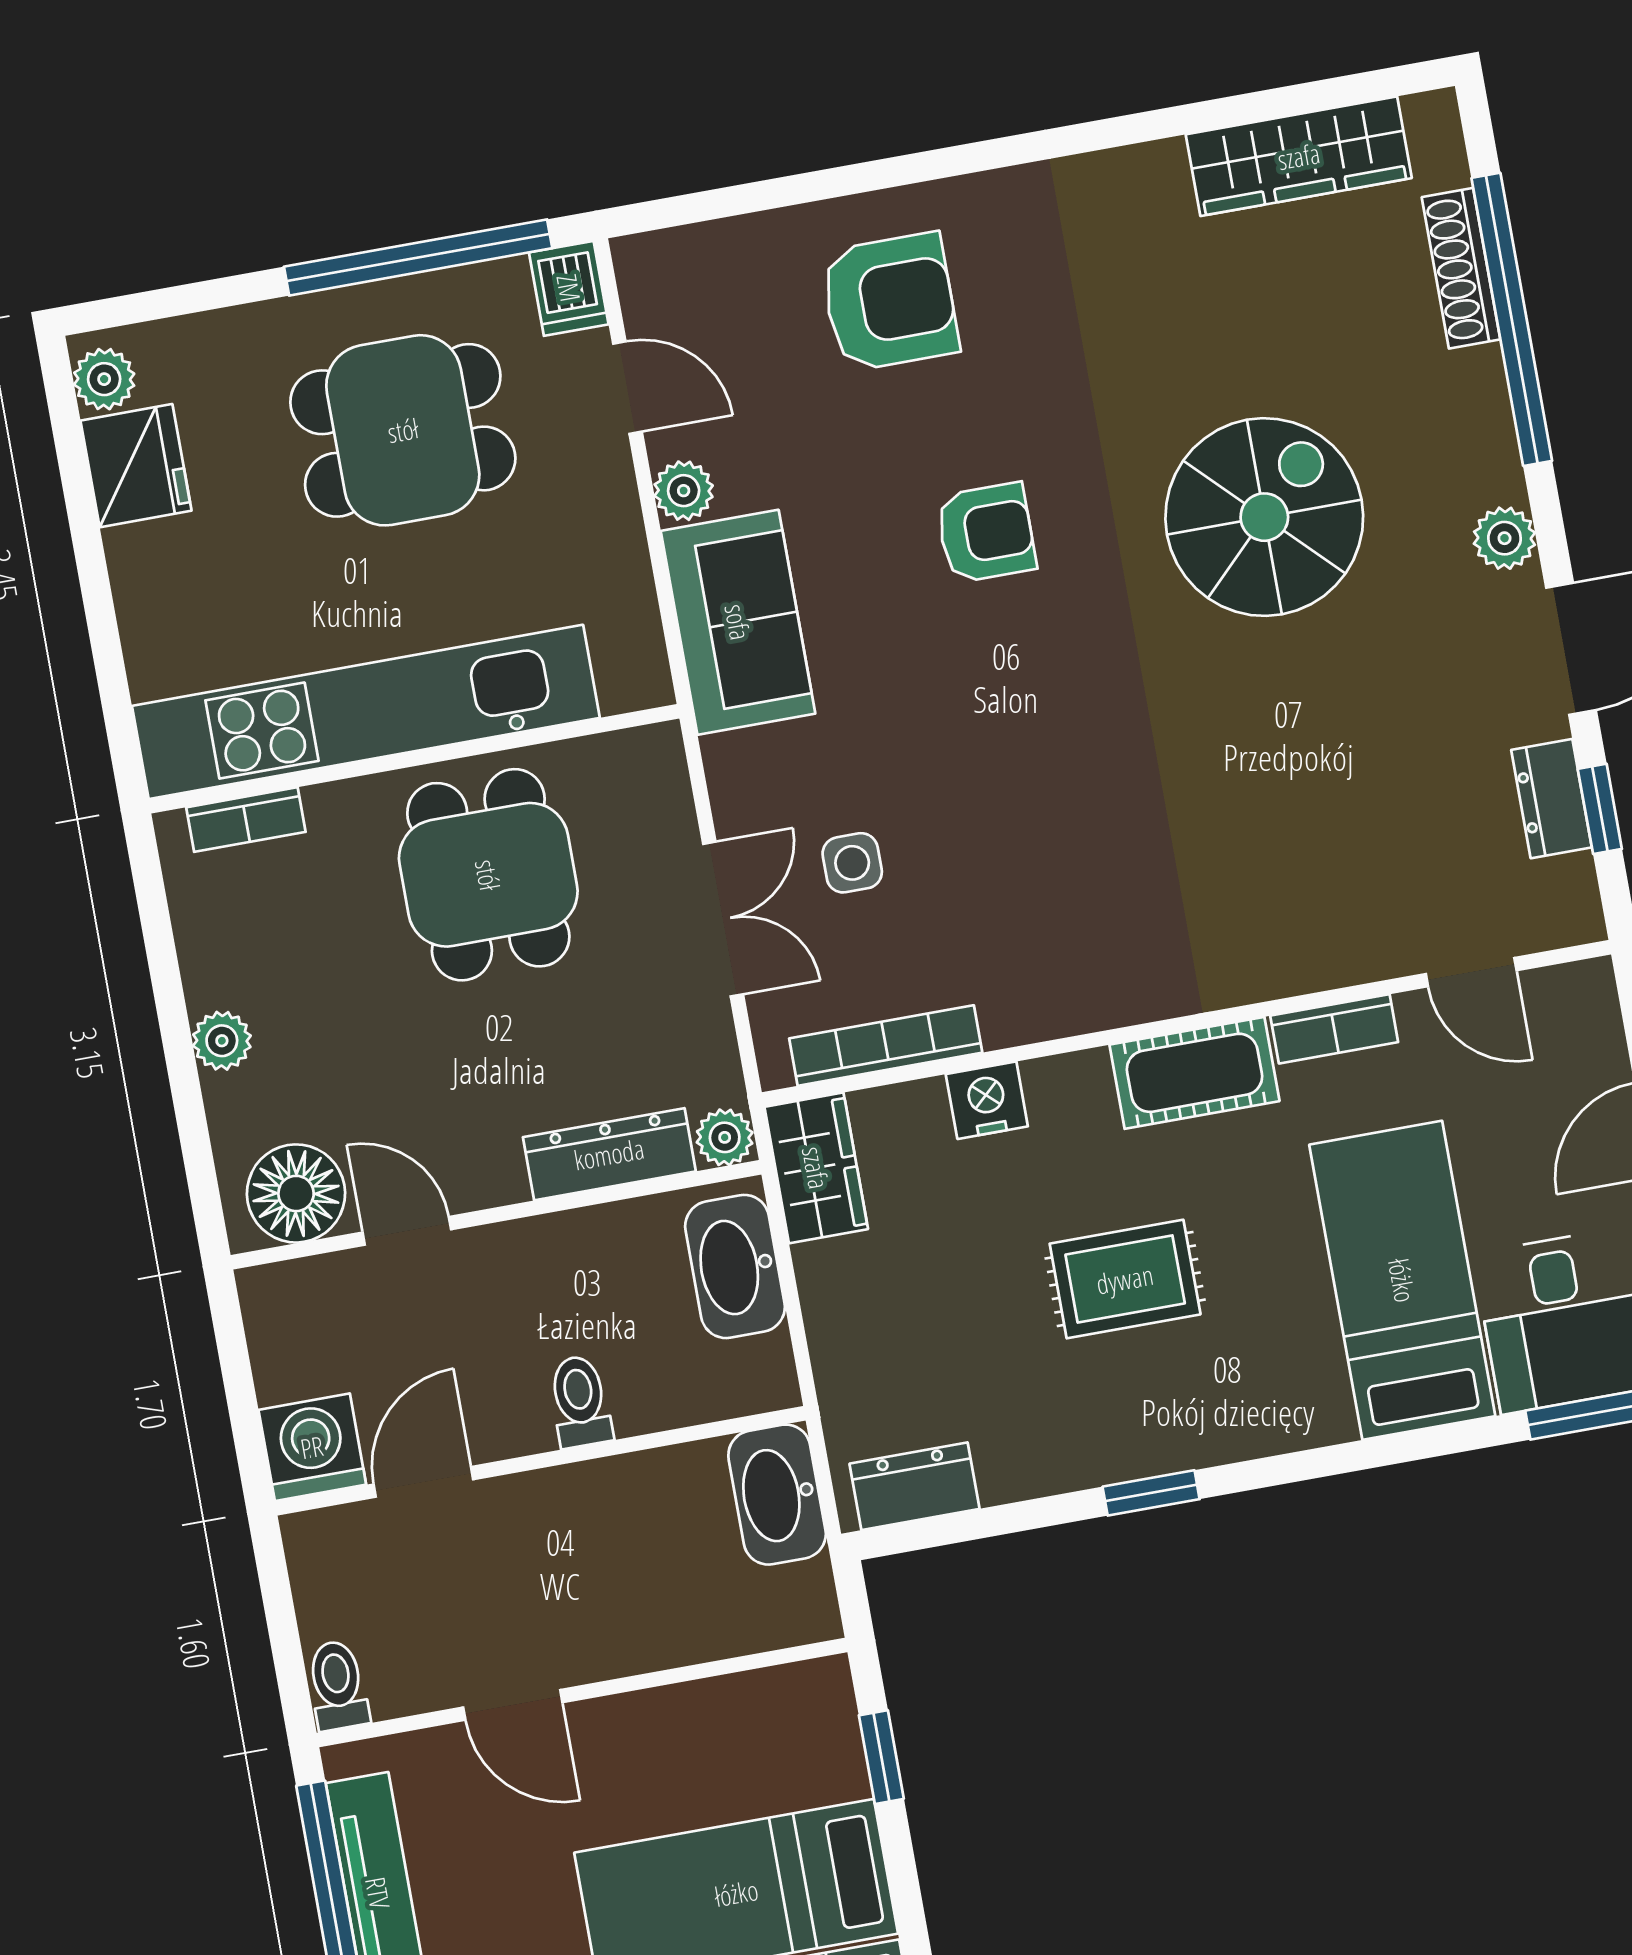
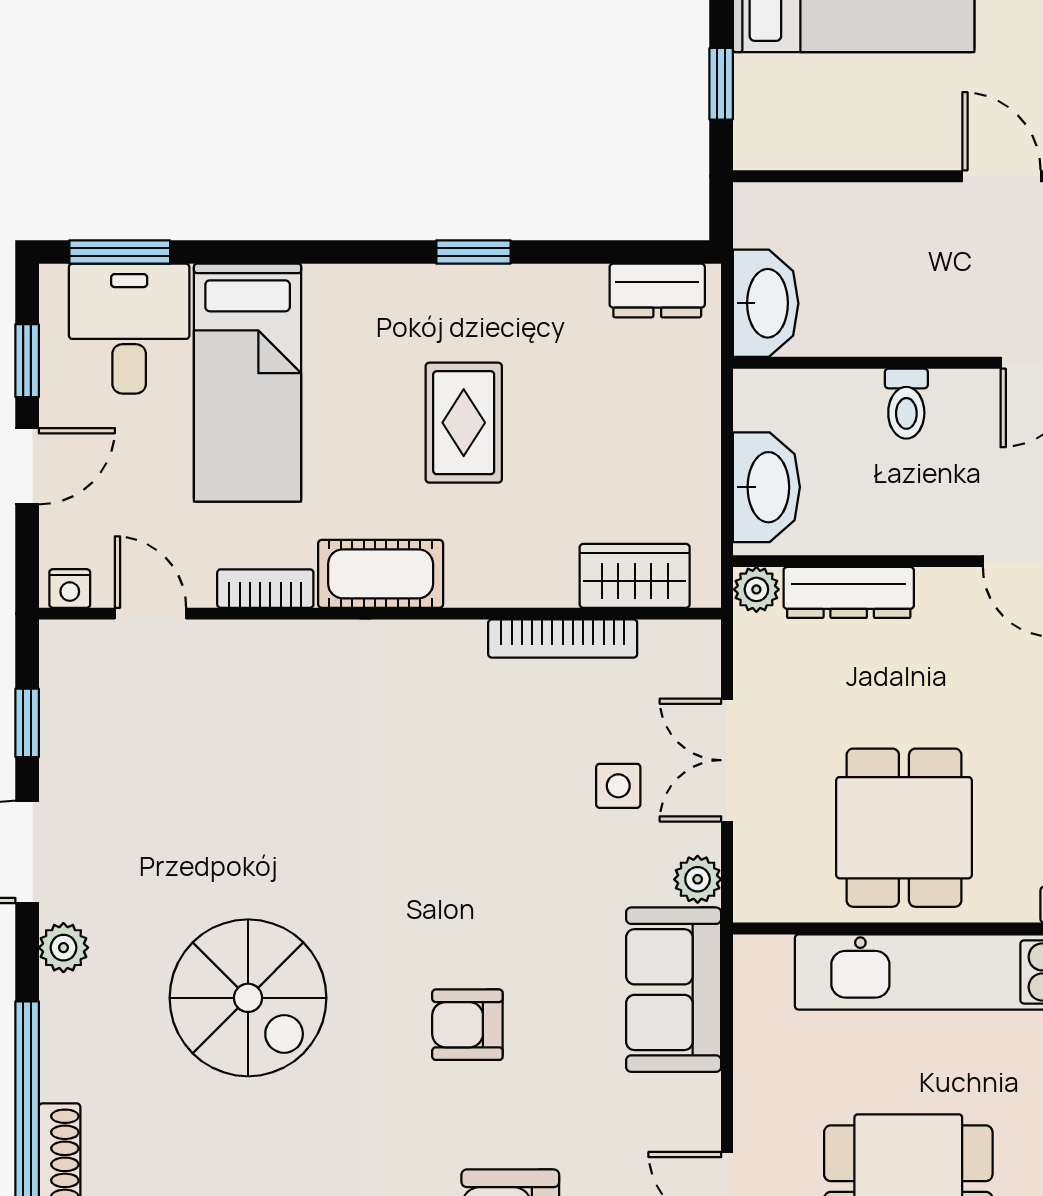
plant: (684, 491) -> (698, 879), moved
spiral stairs: (1264, 517) -> (248, 998), turned -90
dresser: (1552, 799) -> (63, 738), removed
bookcase: (886, 1046) -> (563, 639), moved
nightstand: (987, 1100) -> (70, 588), moved, width x0.72, depth x0.74
wardrobe: (816, 1168) -> (635, 576), moved, turned 90
rug: (1125, 1279) -> (464, 423), turned 90

